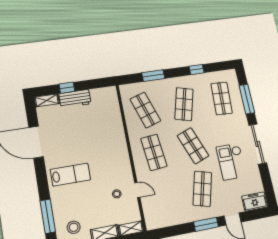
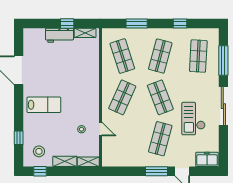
window: (67, 88) -> (67, 24), moved
shelving: (47, 100) -> (85, 33), moved
shop shelf: (154, 152) -> (122, 97), turned 30
window: (48, 216) -> (19, 138), width x0.46

